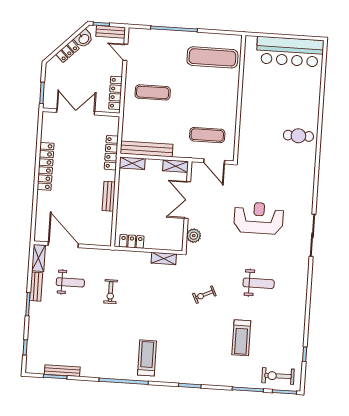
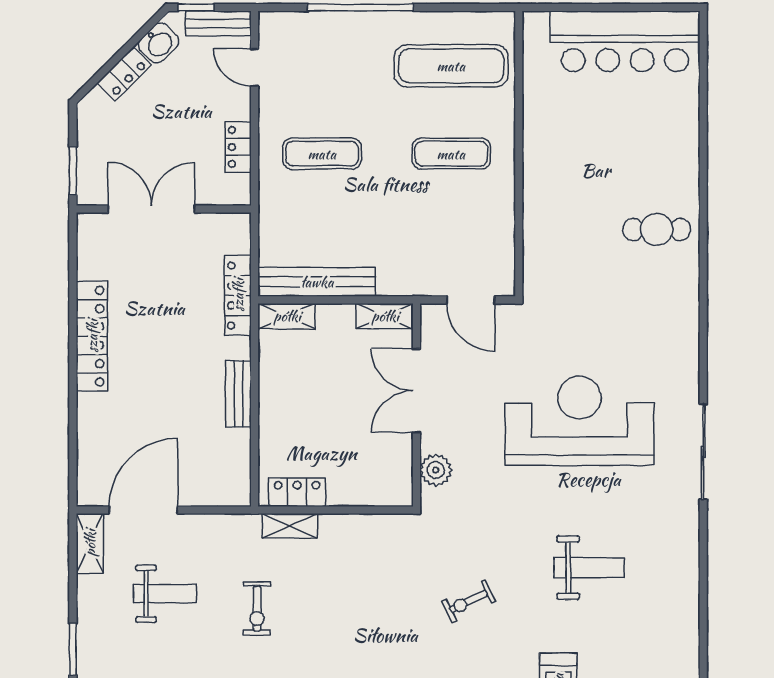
locker: (115, 93) -> (238, 147), width x0.66
exercise mat: (207, 135) -> (451, 154), moved
reception desk: (259, 218) -> (579, 421), width x1.36, depth x1.30
door: (63, 245) -> (143, 510), hinge flipped
shelving: (164, 258) -> (290, 526), moved
bench: (36, 287) -> (89, 608), removed

